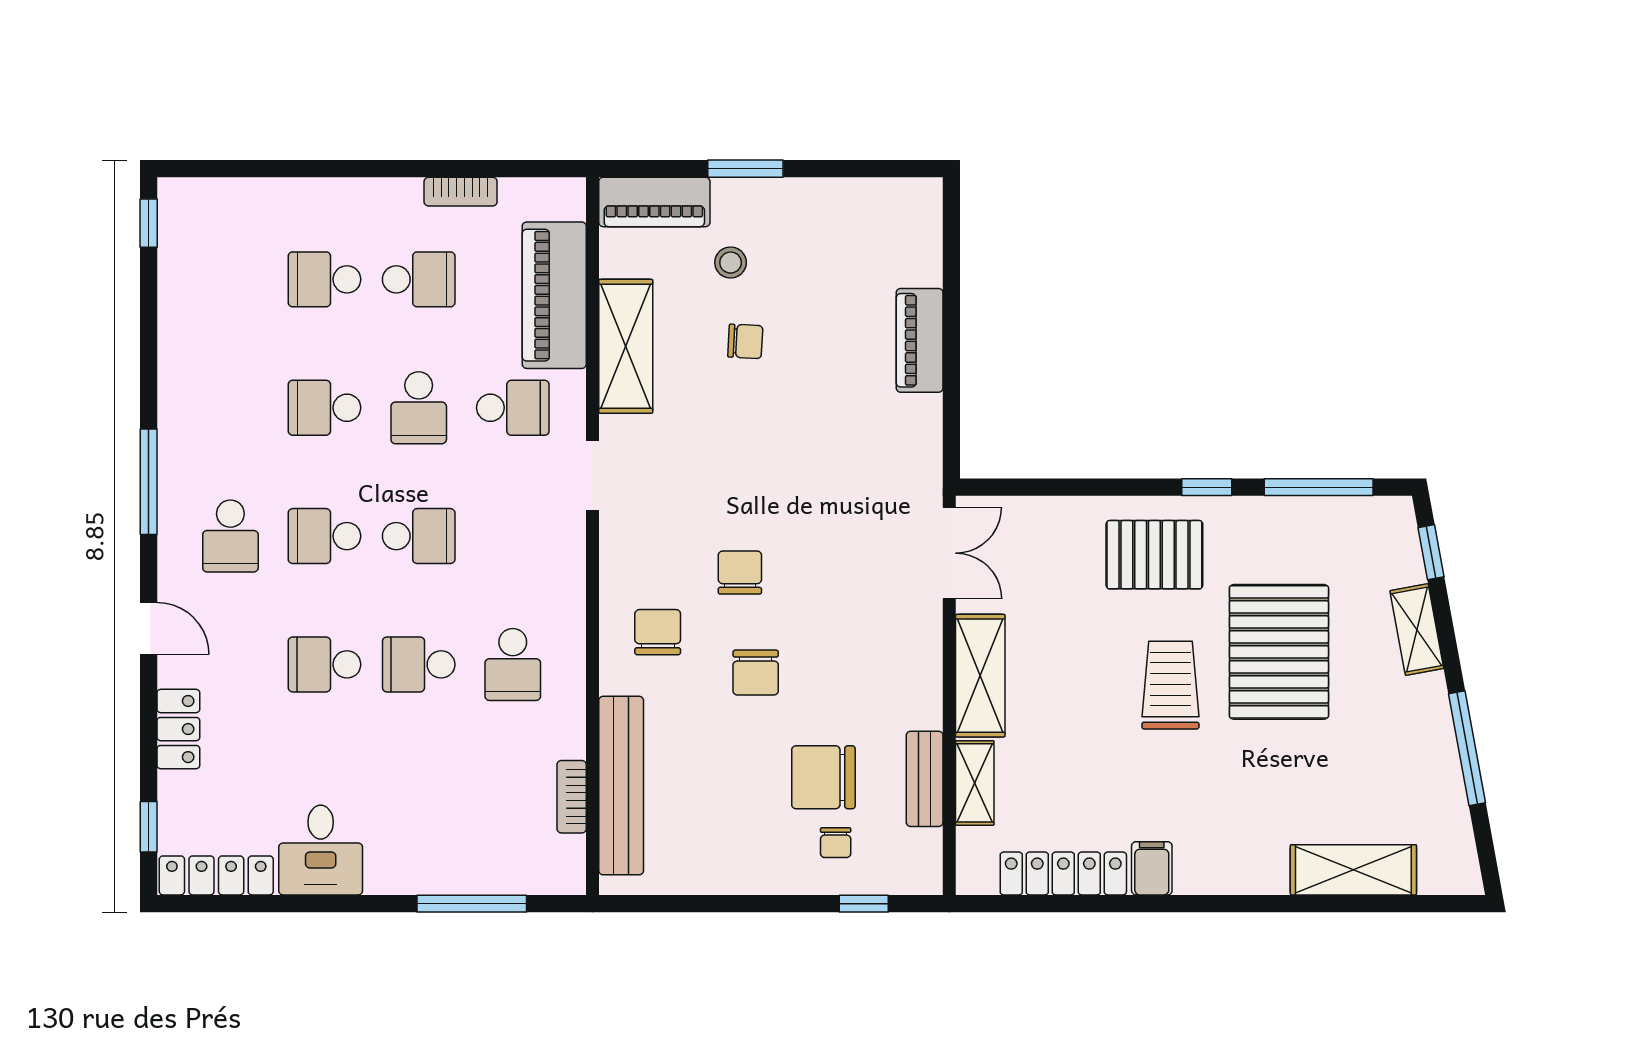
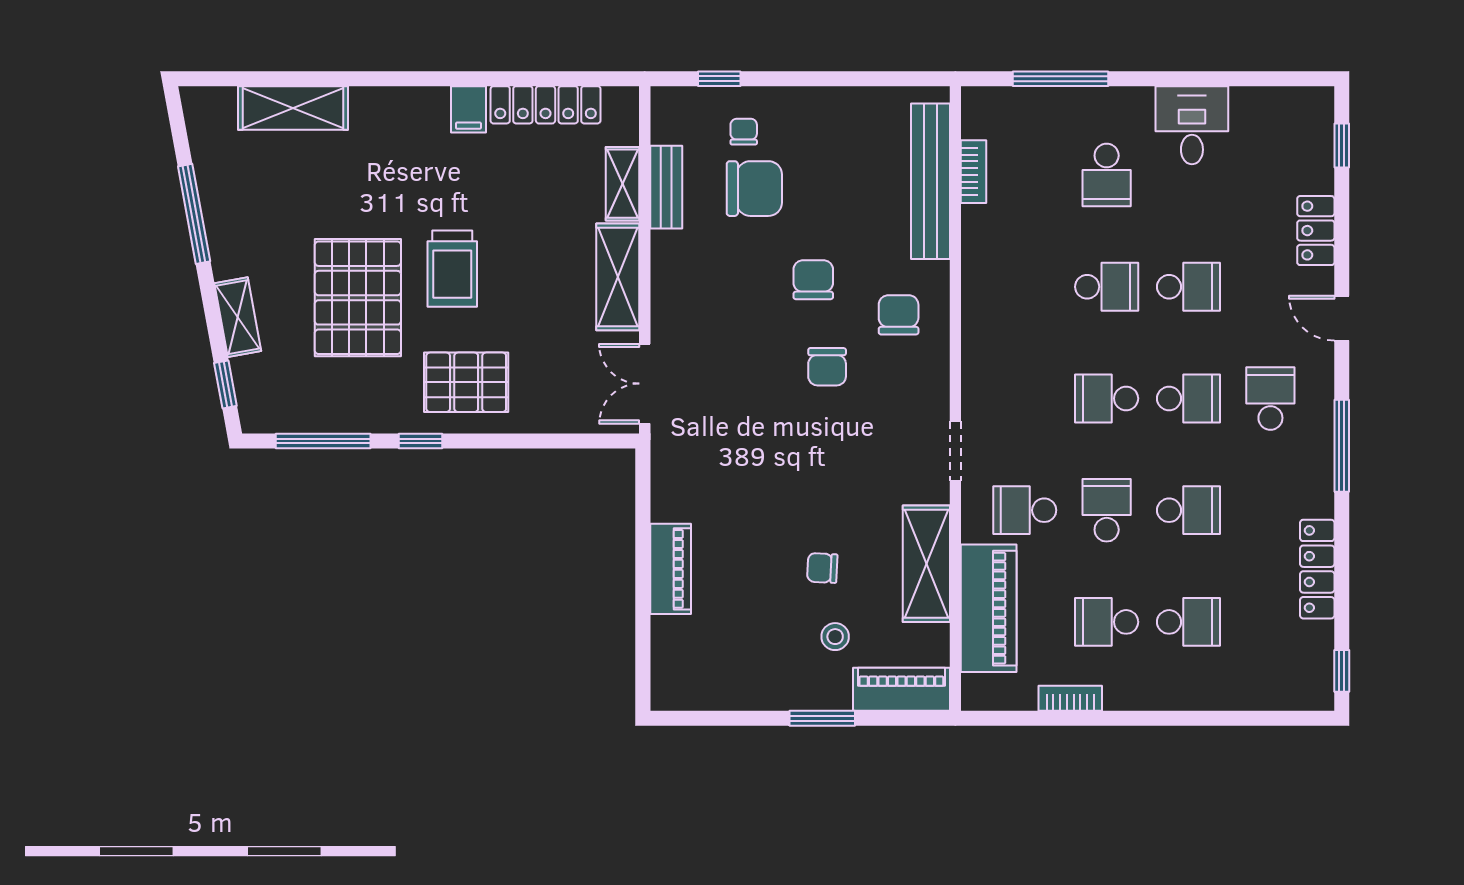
chair: (658, 632) -> (899, 315), turned 180
school desk: (513, 664) -> (1107, 175), moved, turned 180
locker: (216, 875) -> (1317, 569), moved, turned 90

